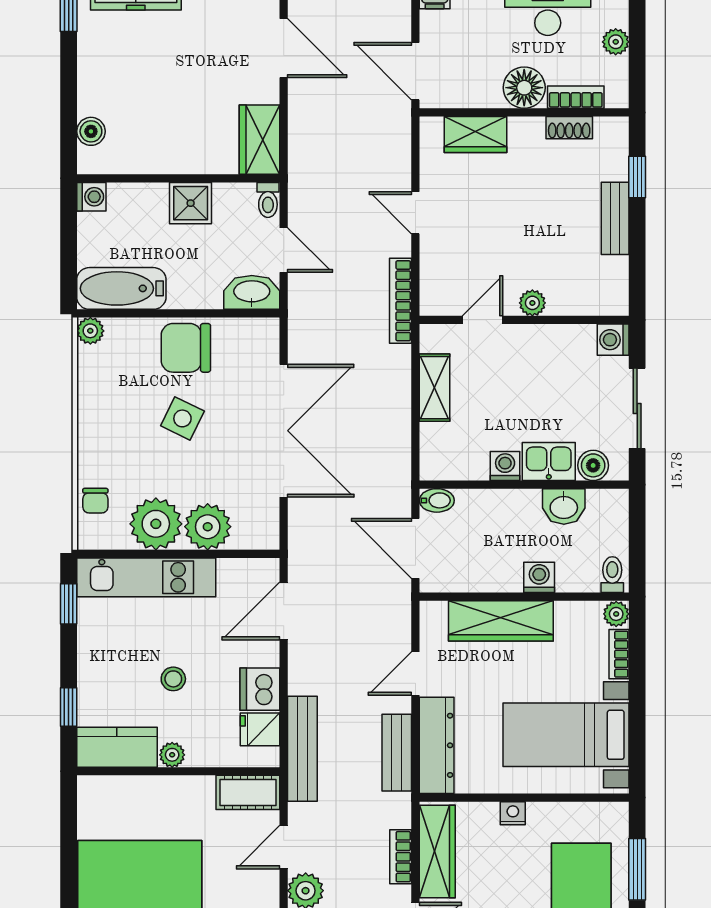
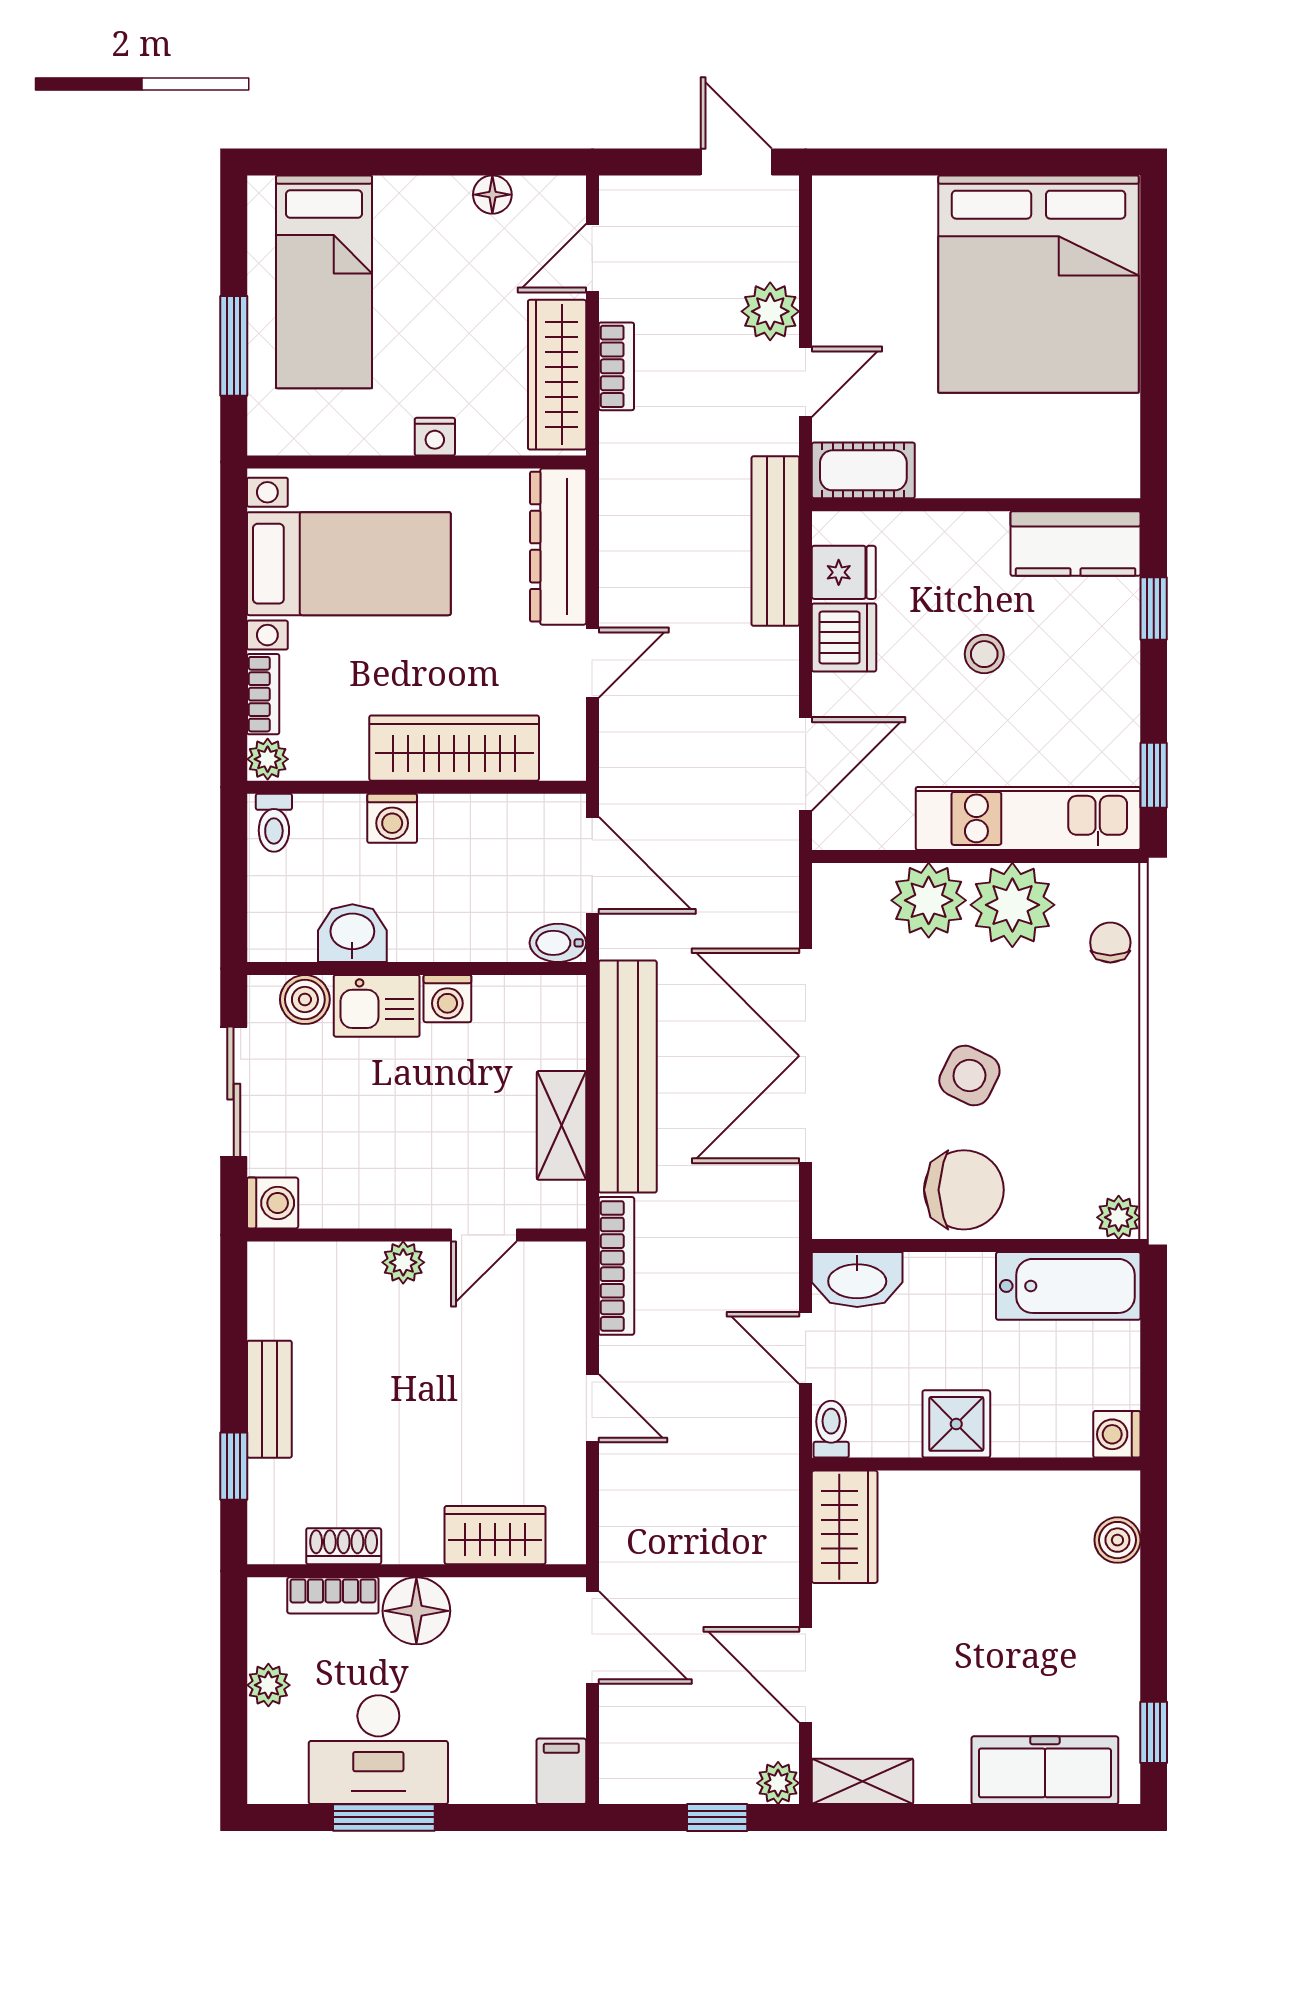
bench: (397, 753) -> (628, 1077), moved, width x1.86, depth x1.21
plant: (172, 755) -> (986, 531), removed

